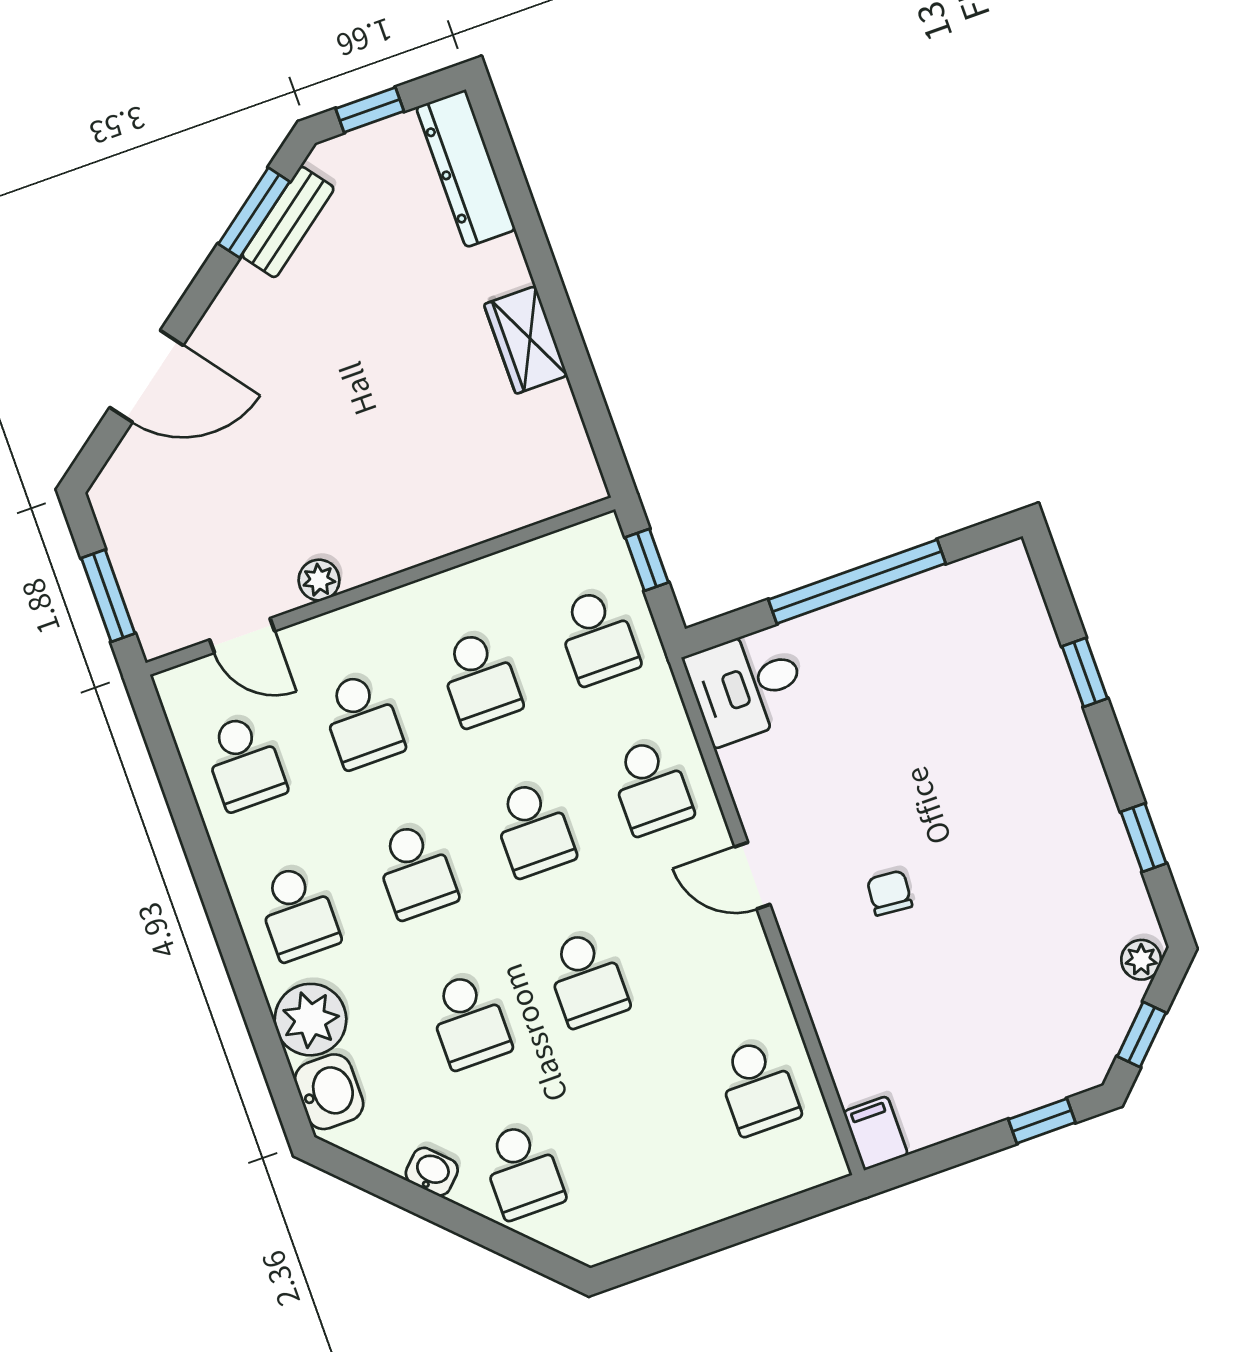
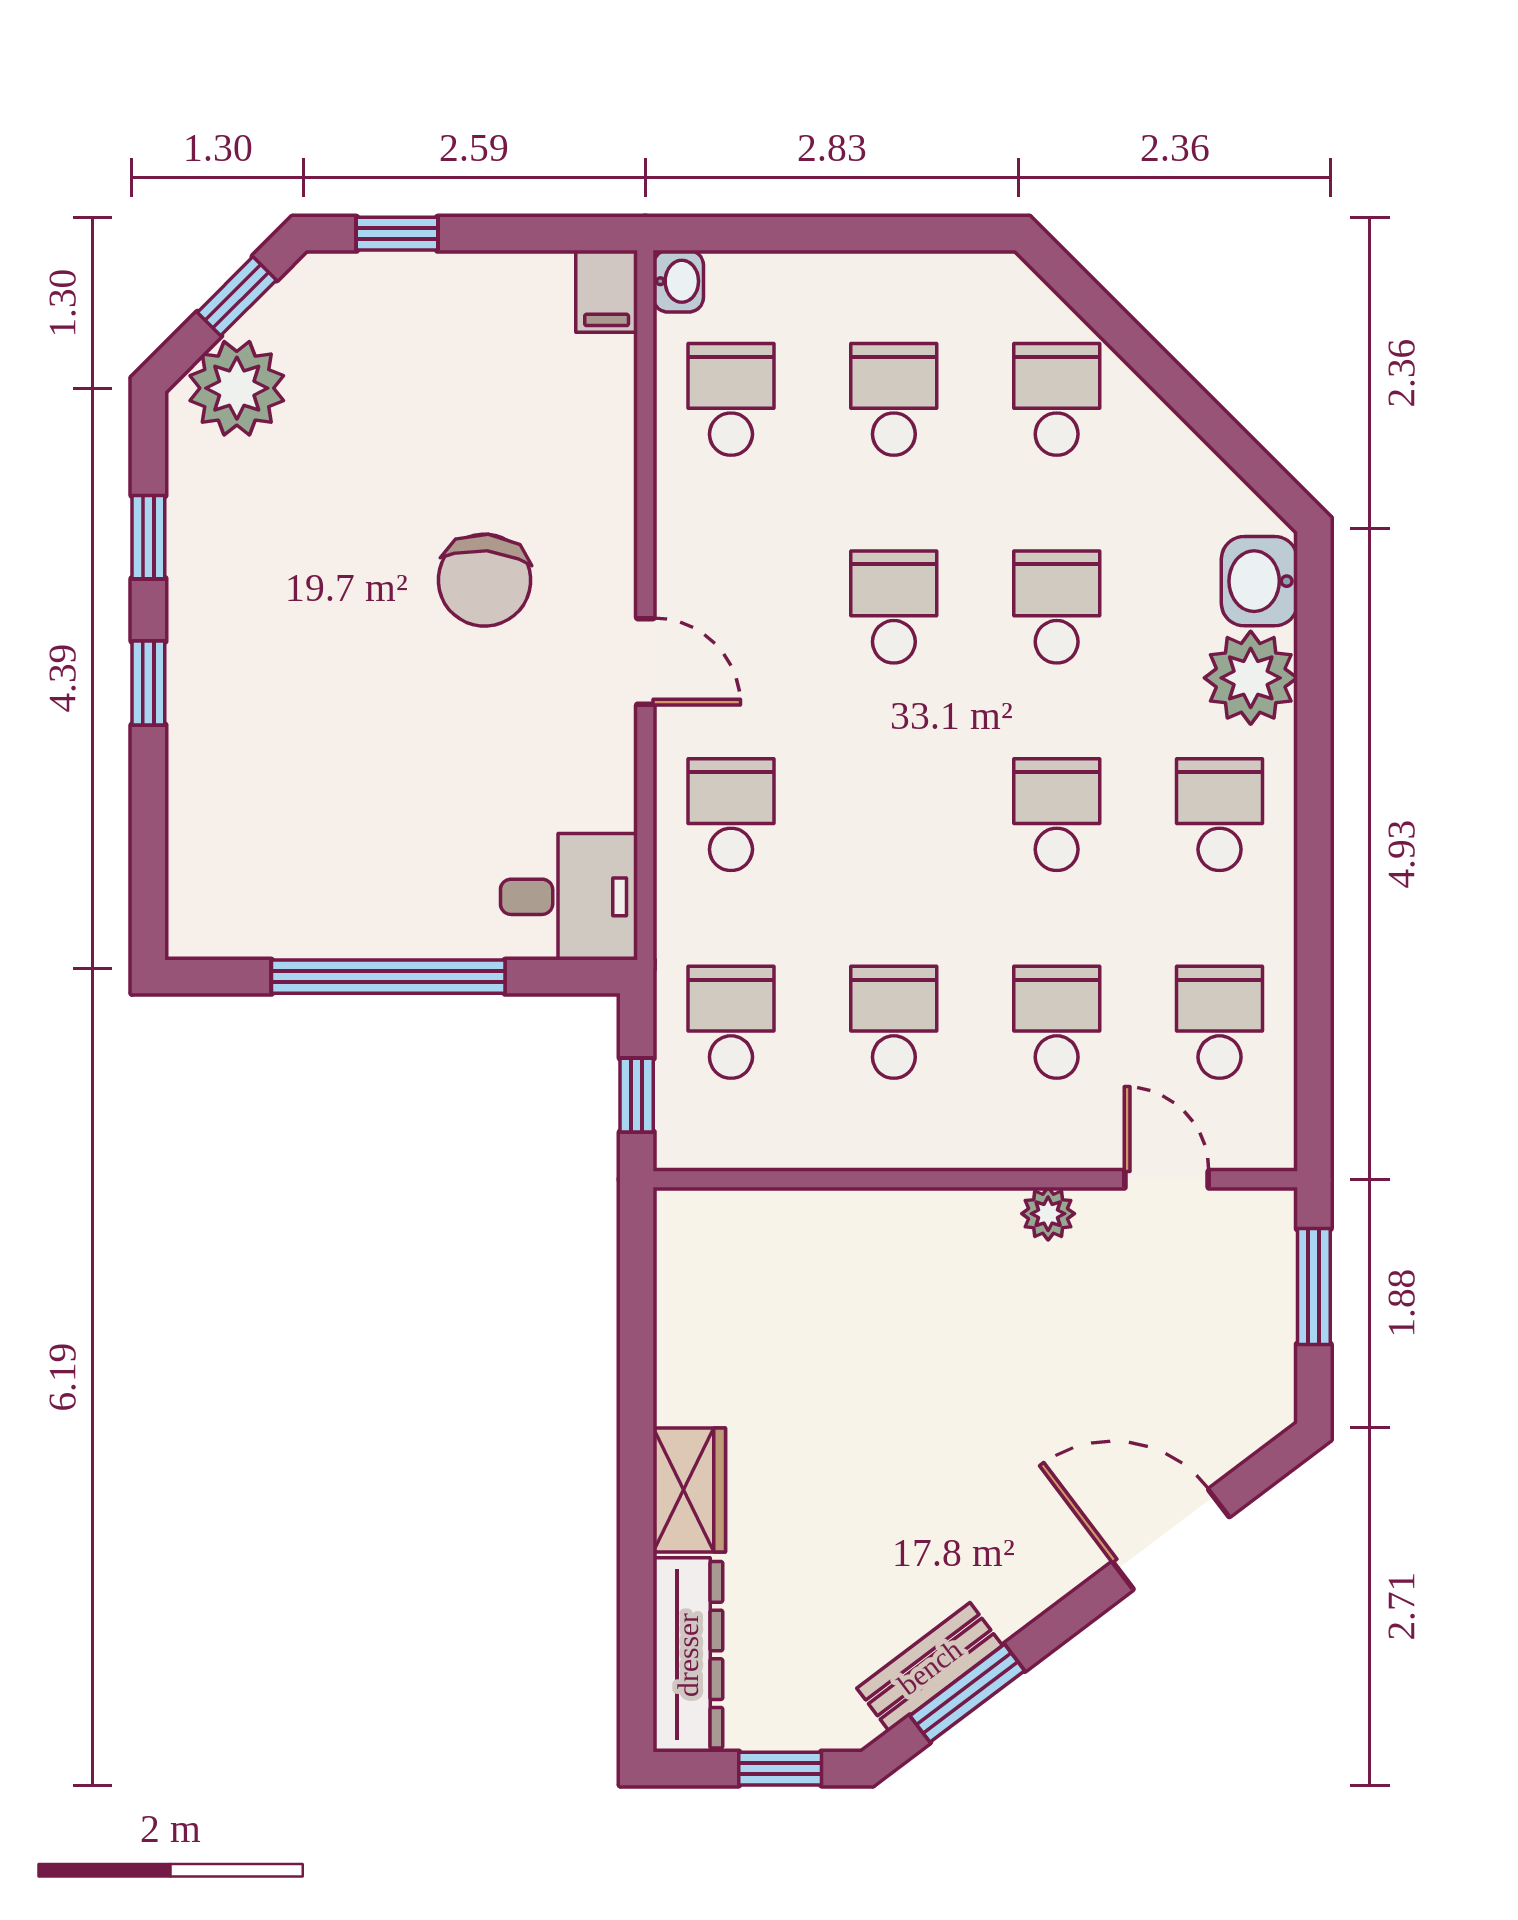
wardrobe: (526, 340) -> (689, 1490), moved
window: (1085, 672) -> (148, 683), moved
school desk: (533, 829) -> (894, 399), moved
chair: (890, 893) -> (484, 580), width x1.87, depth x1.87
plant: (1141, 960) -> (237, 388), width x1.88, depth x1.88
washbasin: (432, 1172) -> (678, 281), moved, turned -135

